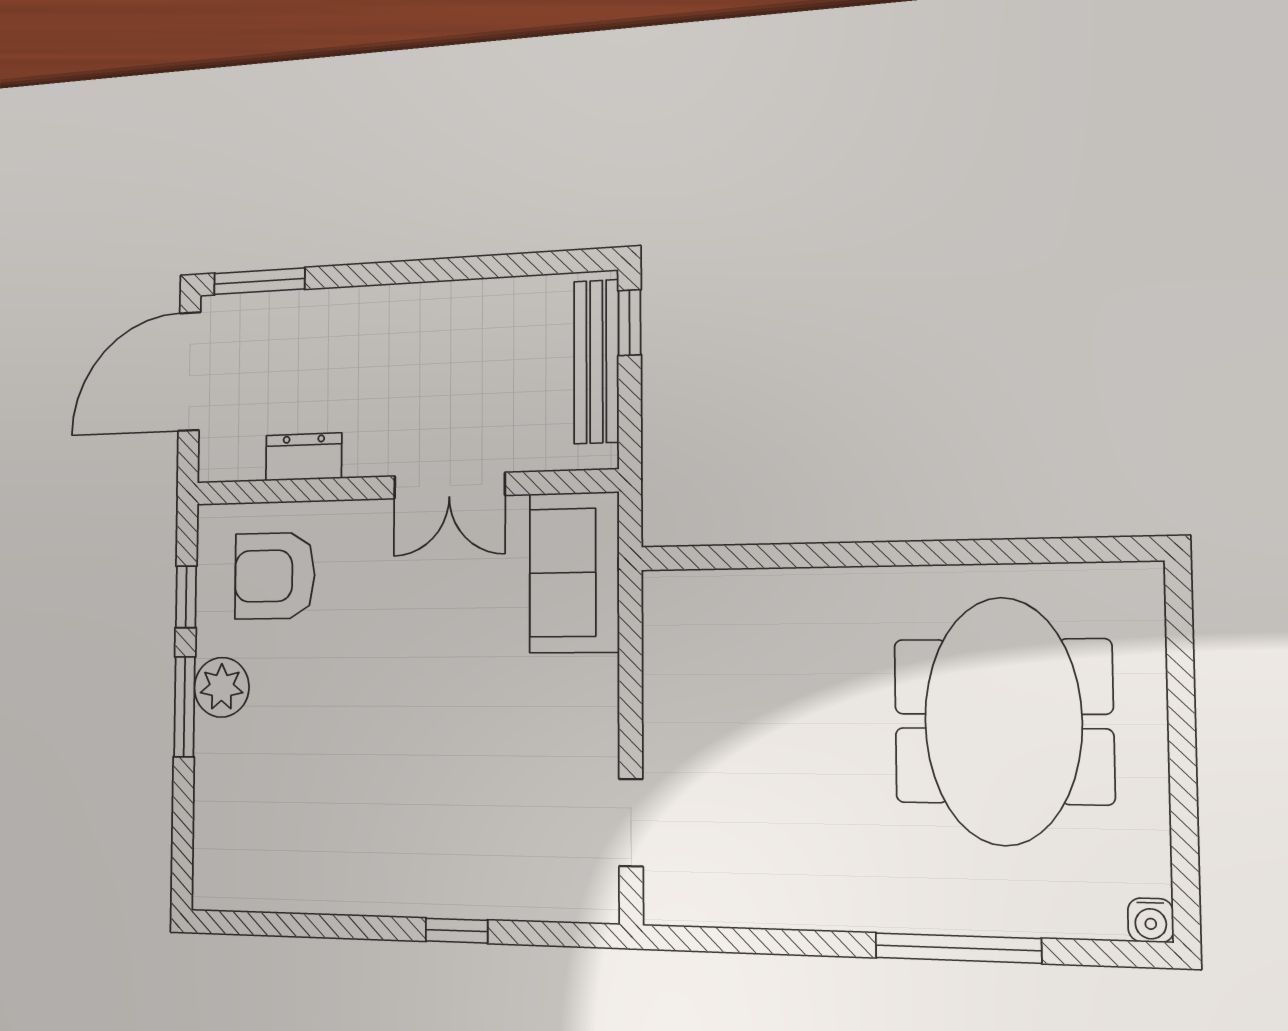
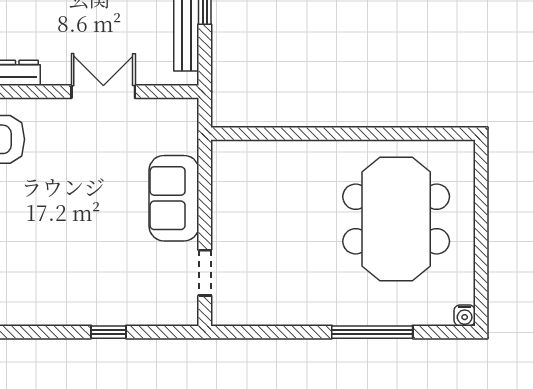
double door: (449, 486) -> (103, 92), swing flipped
sofa: (574, 572) -> (174, 198), moved

